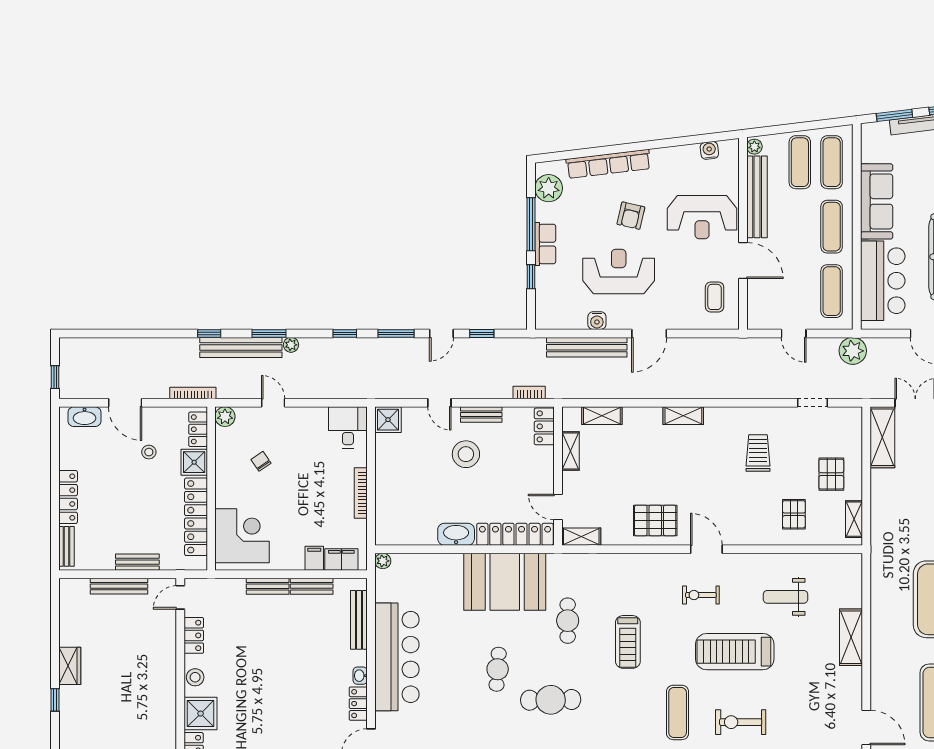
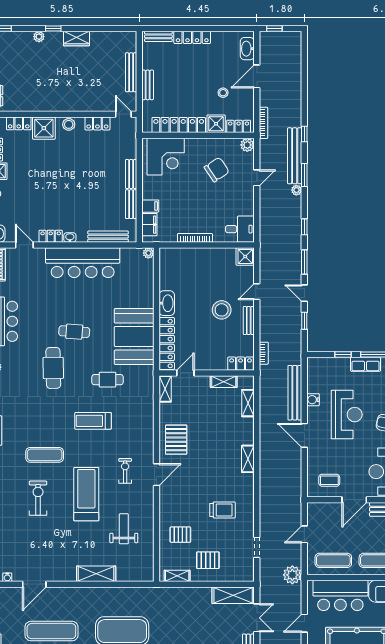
chair: (261, 461) -> (217, 170), width x1.87, depth x1.87
plant: (67, 721) -> (39, 37), added

